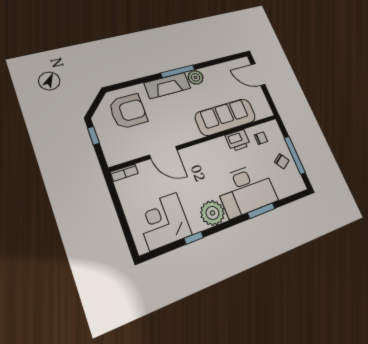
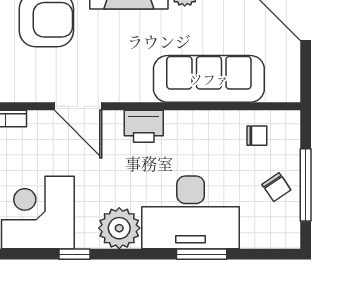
printer: (238, 140) -> (144, 126), moved

